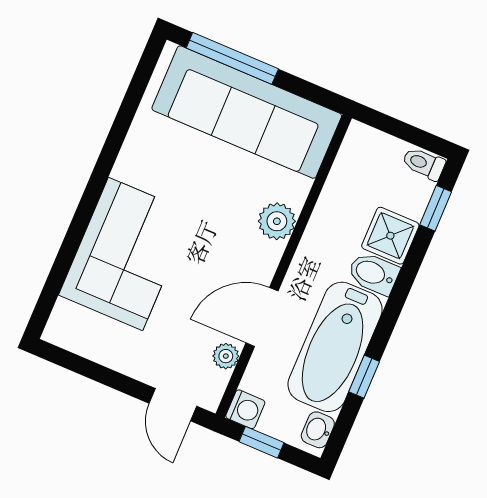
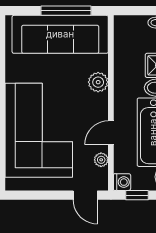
window: (232, 58) -> (66, 11), moved
corner sofa: (125, 254) -> (39, 130), width x1.36, depth x1.36
door: (262, 317) -> (111, 133), width x0.73

